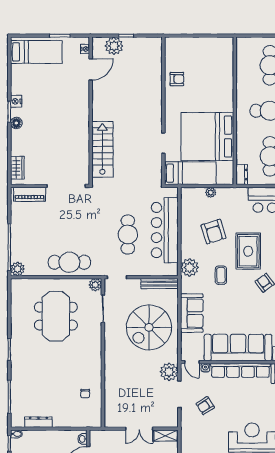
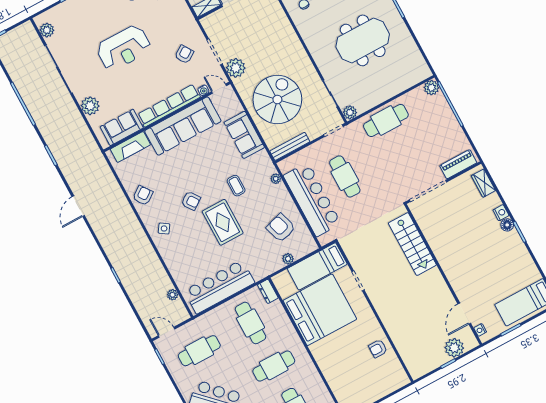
nightstand: (16, 101) -> (501, 213), moved
armchair: (213, 232) -> (281, 228), moved
plant: (190, 267) -> (276, 179), width x0.53, depth x0.53
meeting table: (56, 316) -> (363, 40), moved, turned 90

